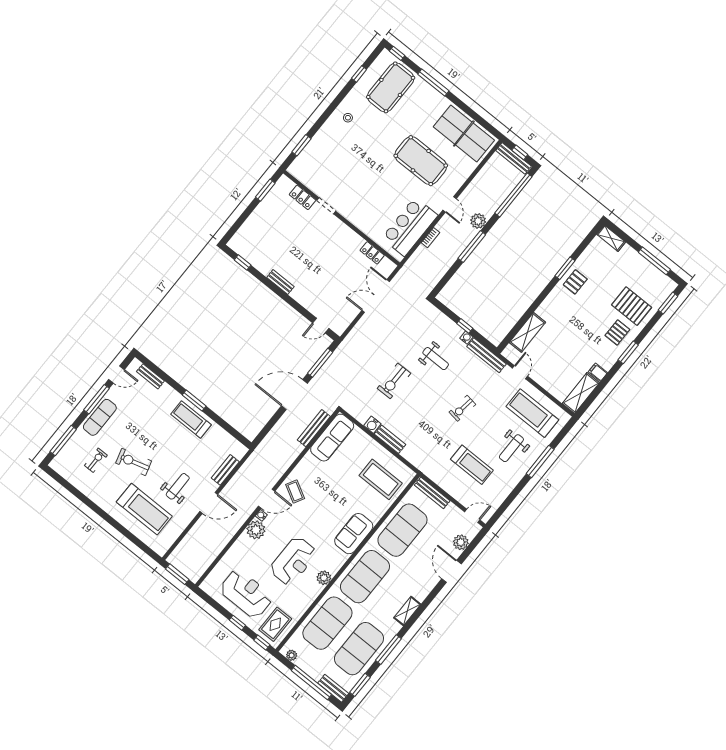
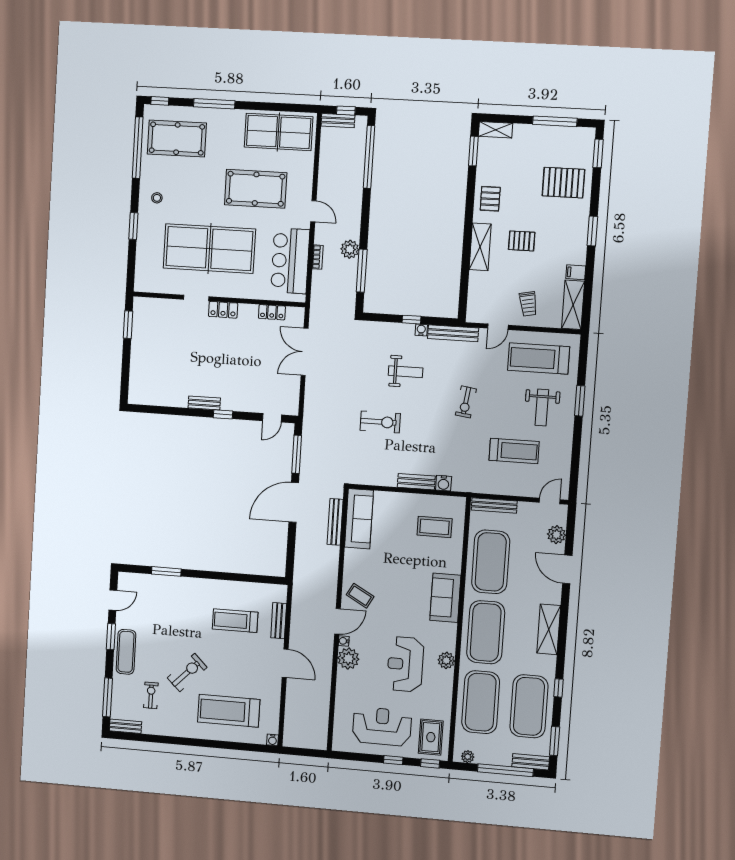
window: (359, 74) -> (138, 148), width x3.17
pool table: (391, 87) -> (177, 139), turned 90
window: (301, 145) -> (133, 226), moved
bench: (514, 158) -> (338, 121), width x0.73
table tennis table: (360, 178) -> (209, 249), added
locker: (303, 197) -> (223, 310), moved
plant: (478, 221) -> (350, 249), moved
window: (472, 247) -> (362, 271), moved
window: (243, 262) -> (223, 414), moved
window: (565, 268) -> (473, 151), moved
shelving: (527, 332) -> (480, 247), moved
pallet: (617, 332) -> (522, 241), moved, turned 90
trolley: (551, 371) -> (528, 304), added
door: (520, 372) -> (498, 327), swing flipped
bench: (150, 376) -> (125, 726), moved
exercise bike: (394, 381) -> (380, 422), turned -90
window: (97, 399) -> (111, 637), width x0.69
window: (194, 400) -> (166, 571), moved
treadmill: (191, 419) -> (235, 621), moved
water cooler: (372, 425) -> (443, 483), moved
window: (540, 461) -> (580, 401), width x0.69
exercise bike: (134, 462) -> (187, 673), turned 150
coffee table: (381, 479) -> (435, 527), width x0.73, depth x0.76
weight bench: (178, 486) -> (245, 667), removed
door: (209, 503) -> (285, 663), hinge flipped
treadmill: (144, 509) -> (229, 711), turned 180
water cooler: (161, 551) -> (273, 740), added
reception desk: (293, 561) -> (405, 664), turned 180
window: (177, 574) -> (303, 752), removed
shelving: (407, 611) -> (549, 629), width x1.50, depth x1.33
window: (388, 650) -> (559, 688), width x0.46

